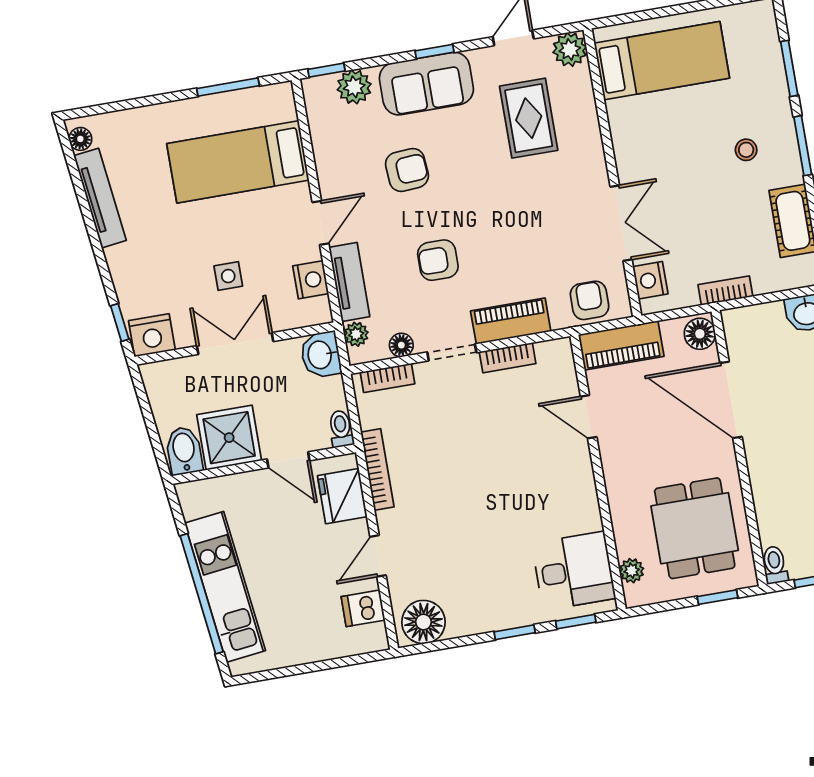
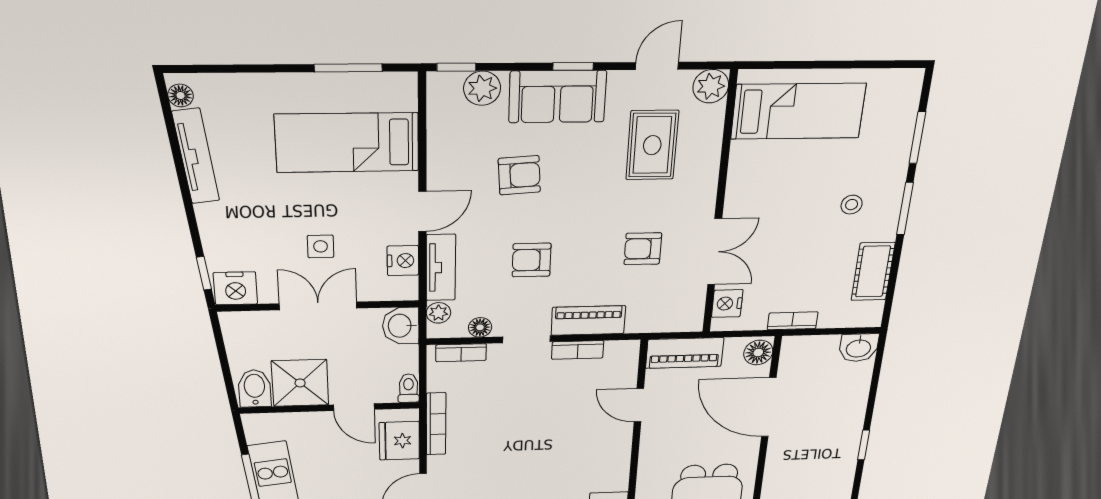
armchair: (590, 300) -> (643, 249), moved, turned -90

